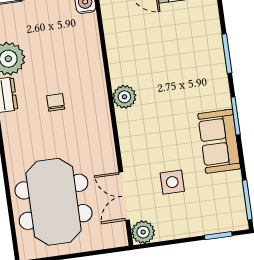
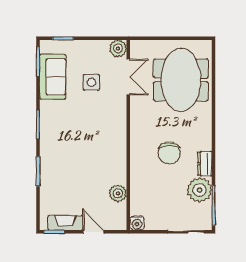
plant: (124, 97) -> (118, 193), moved
chair: (56, 102) -> (169, 153), width x1.87, depth x1.87
sofa: (219, 141) -> (53, 77), moved

